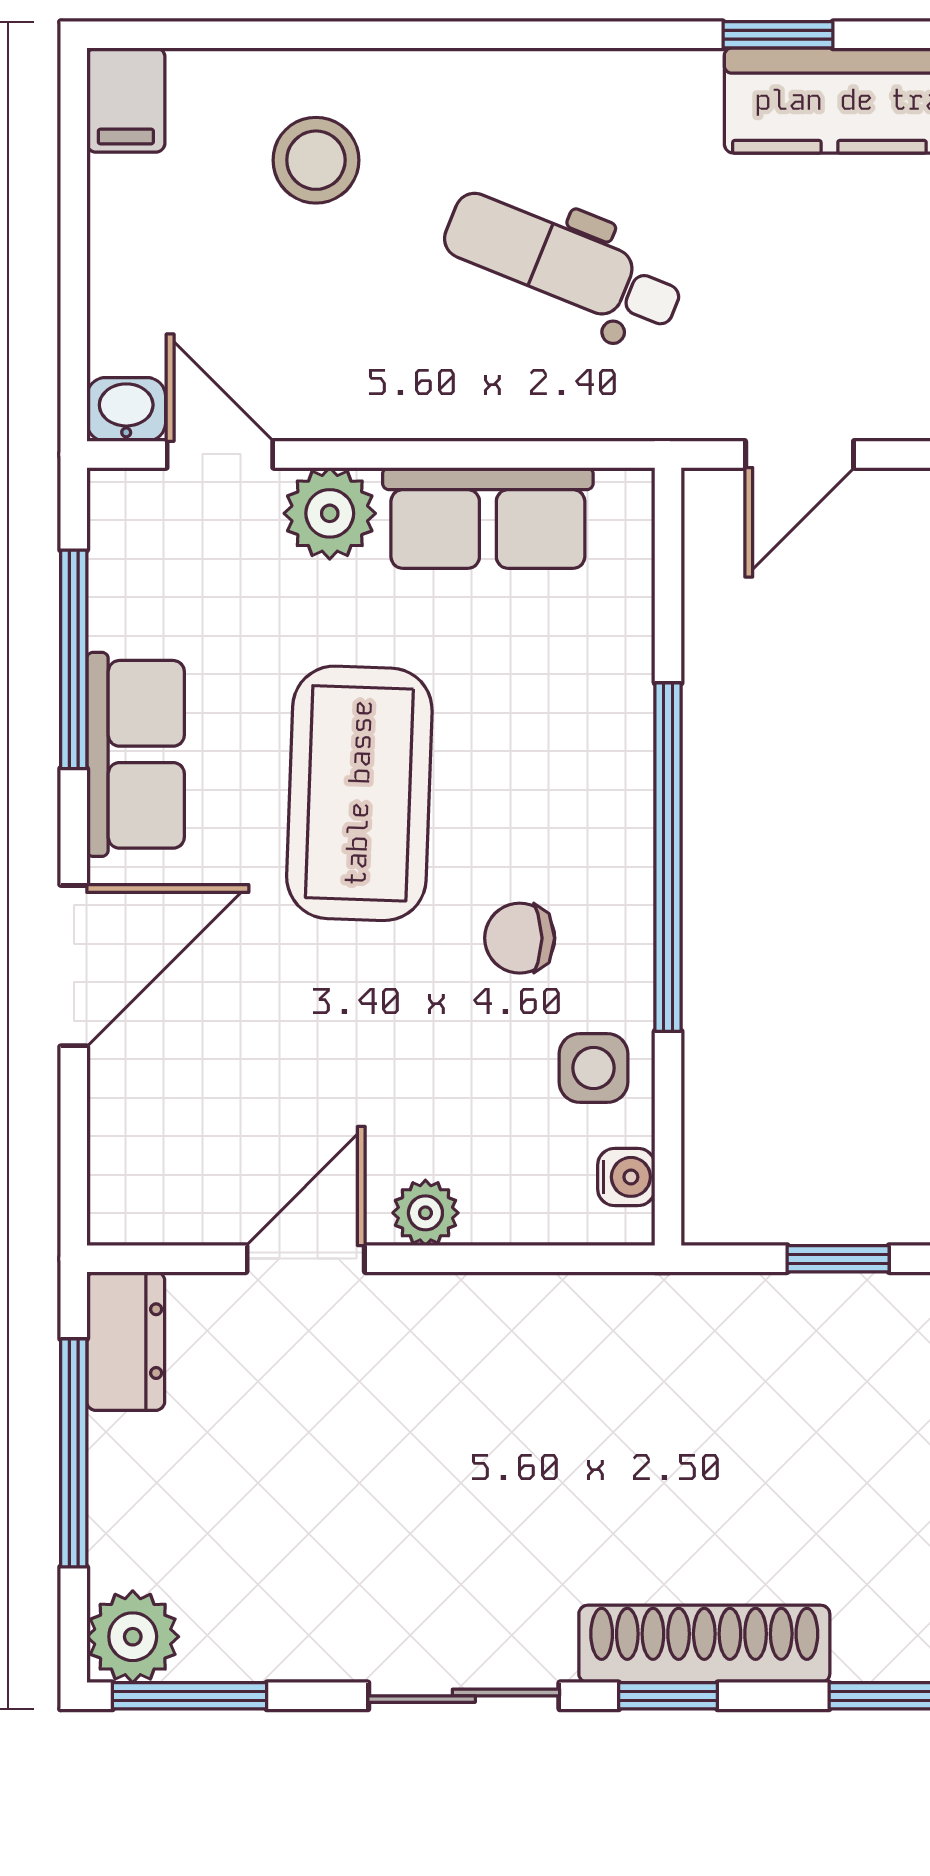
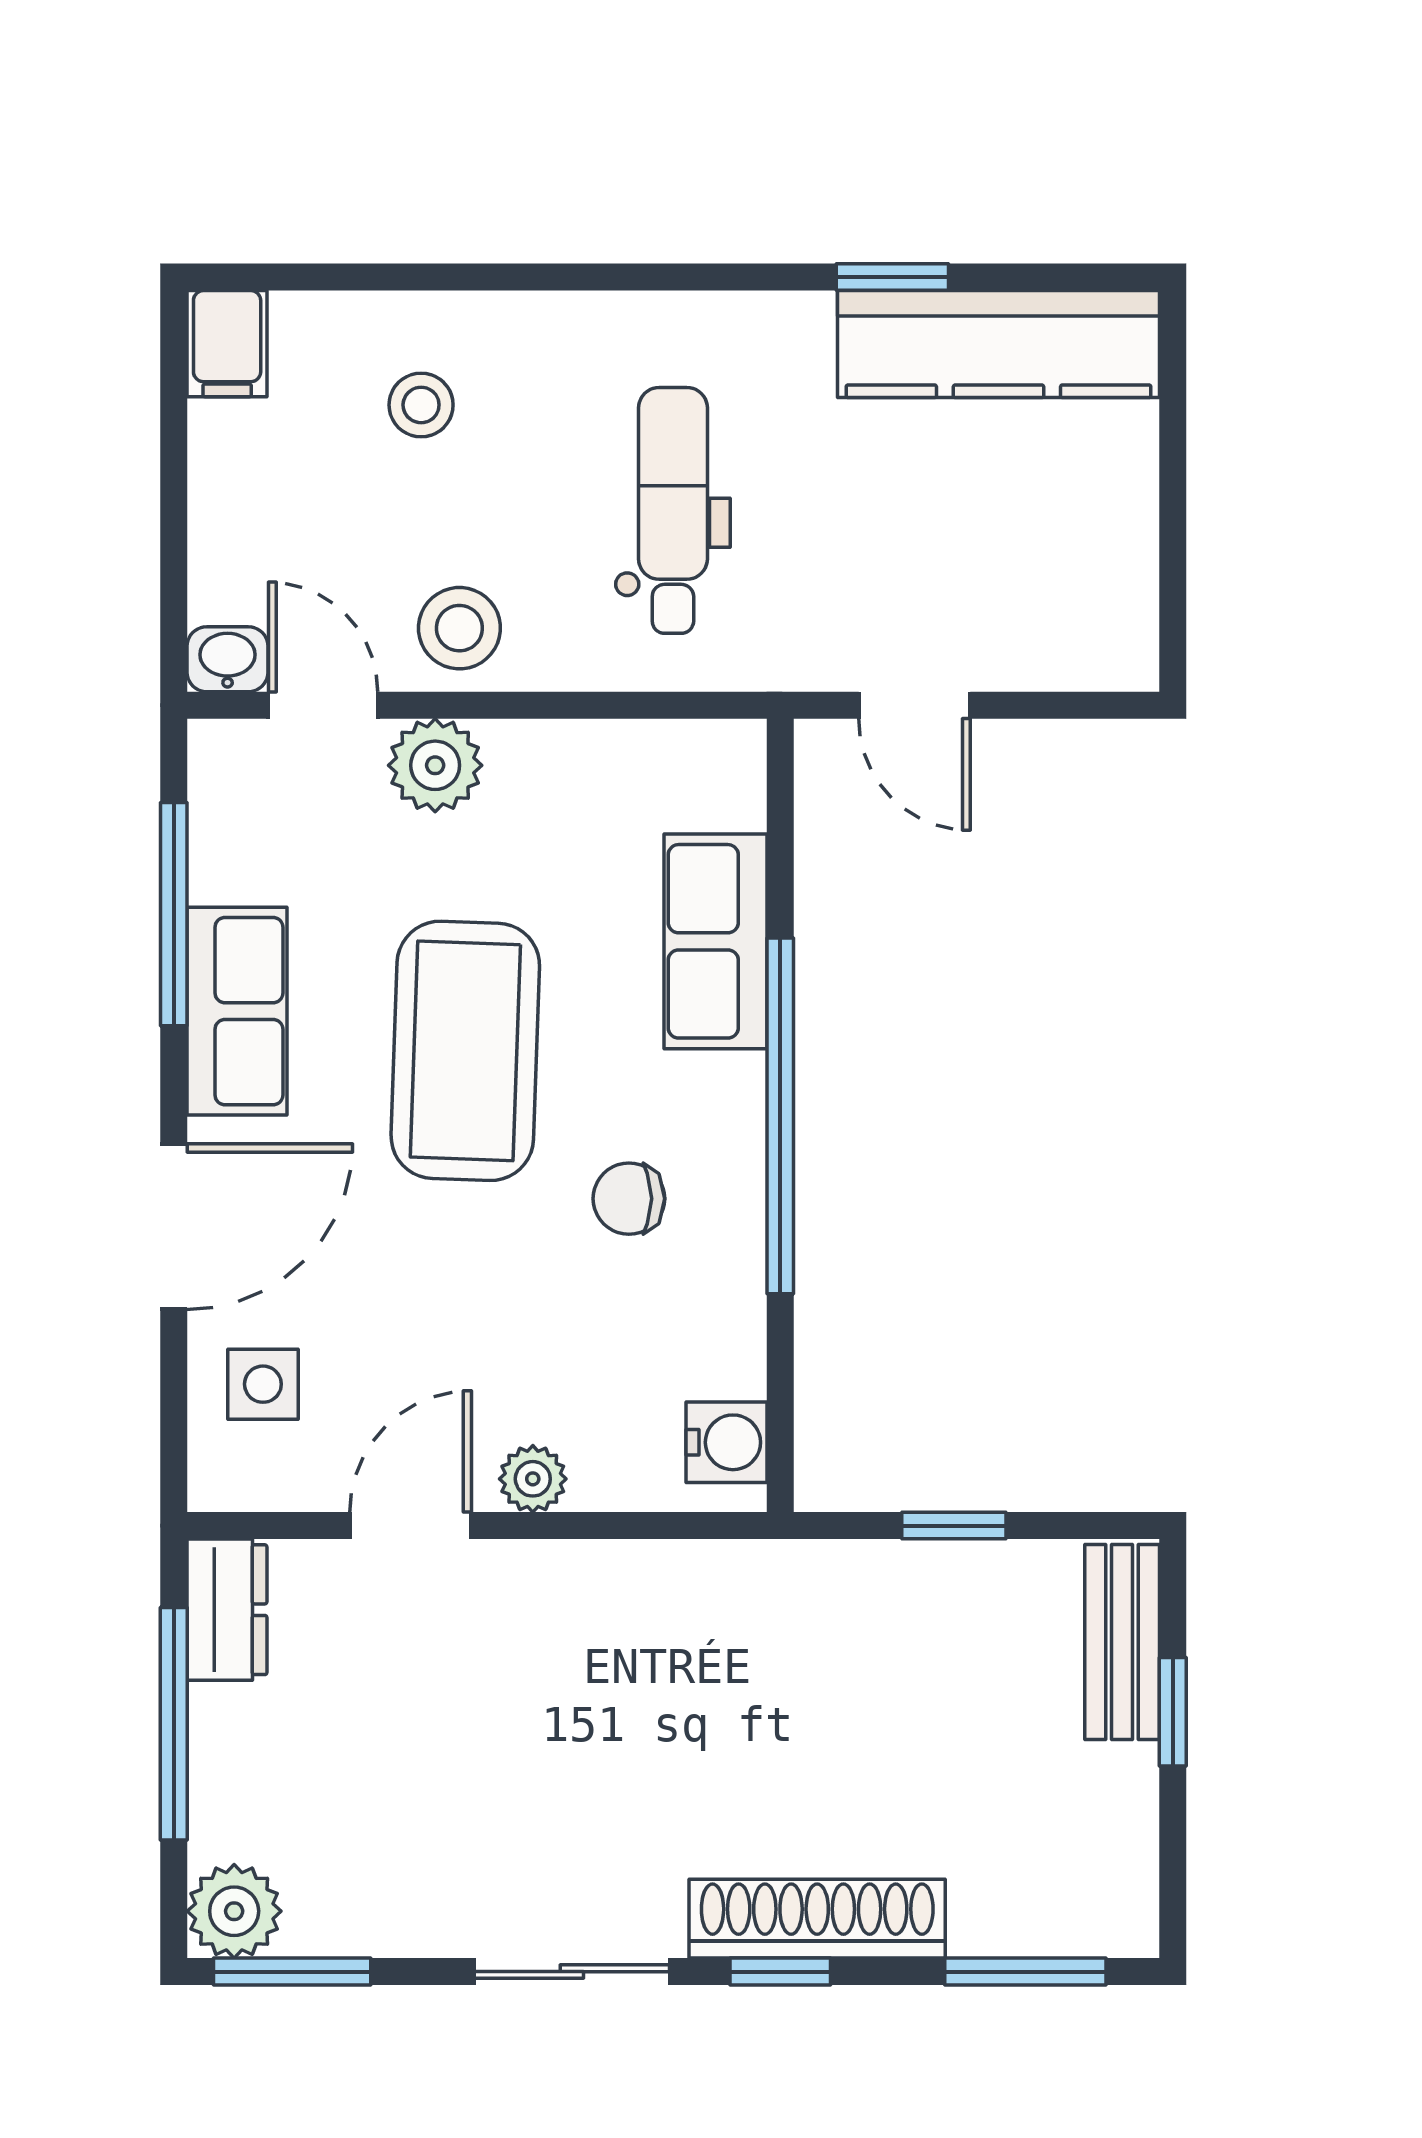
stool: (316, 160) -> (421, 405), width x0.73, depth x0.73
dental chair: (563, 264) -> (673, 510), turned 68
stool: (354, 379) -> (459, 628), added
door: (800, 454) -> (914, 705), hinge flipped
row of seats: (488, 518) -> (716, 941), moved, turned 90
side table: (594, 1068) -> (263, 1384), moved
water cooler: (626, 1177) -> (726, 1442), width x1.38, depth x1.38

